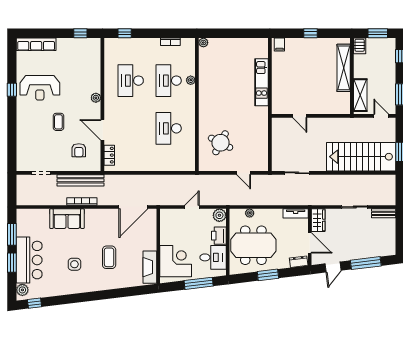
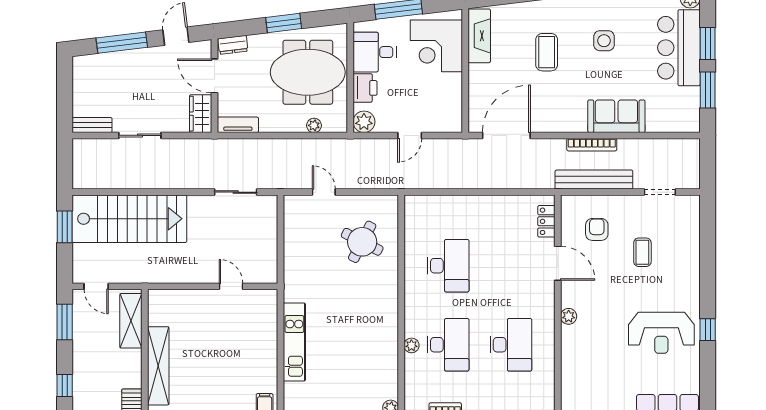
reception desk: (40, 88) -> (661, 333), turned 180
coffee table: (58, 122) -> (642, 252), moved

